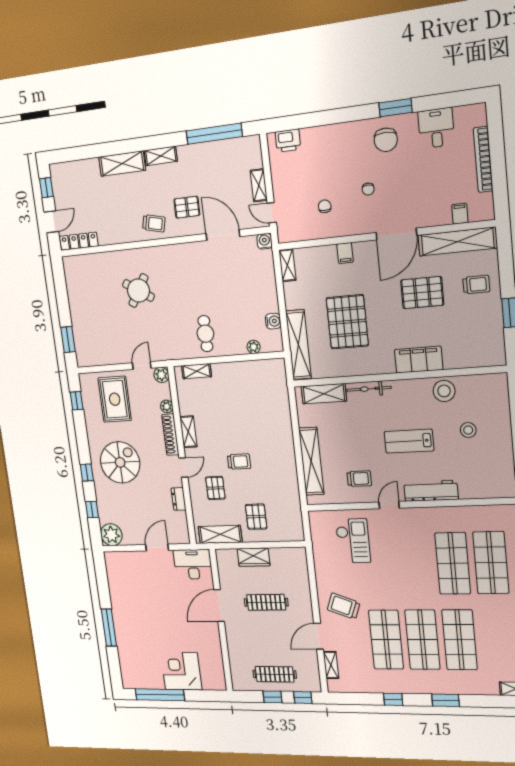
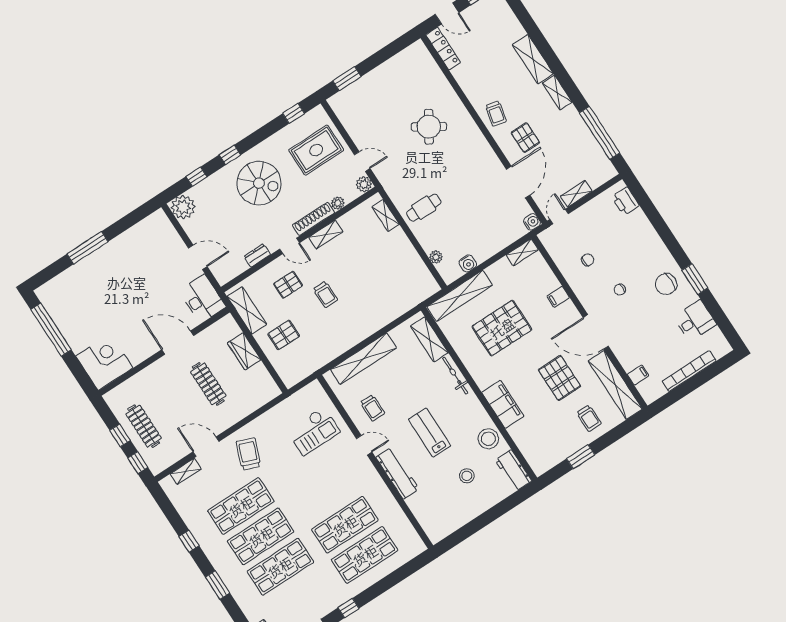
workbench: (487, 384) -> (513, 471), added
corner desk: (181, 671) -> (104, 362), moved

